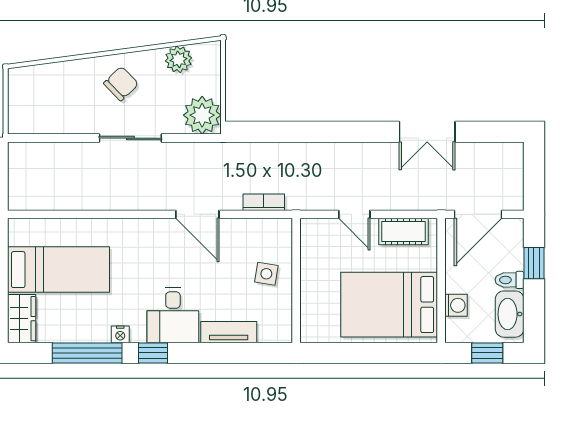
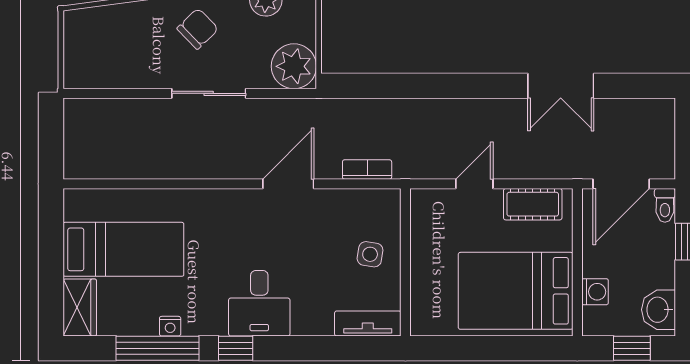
door: (197, 214) -> (288, 184), swing flipped
door: (354, 214) -> (474, 184), swing flipped
toilet: (509, 280) -> (665, 205), moved, turned -90
washbasin: (510, 314) -> (658, 310), width x0.72
tv unit: (229, 332) -> (368, 323), moved
nightstand: (120, 334) -> (170, 326), moved

